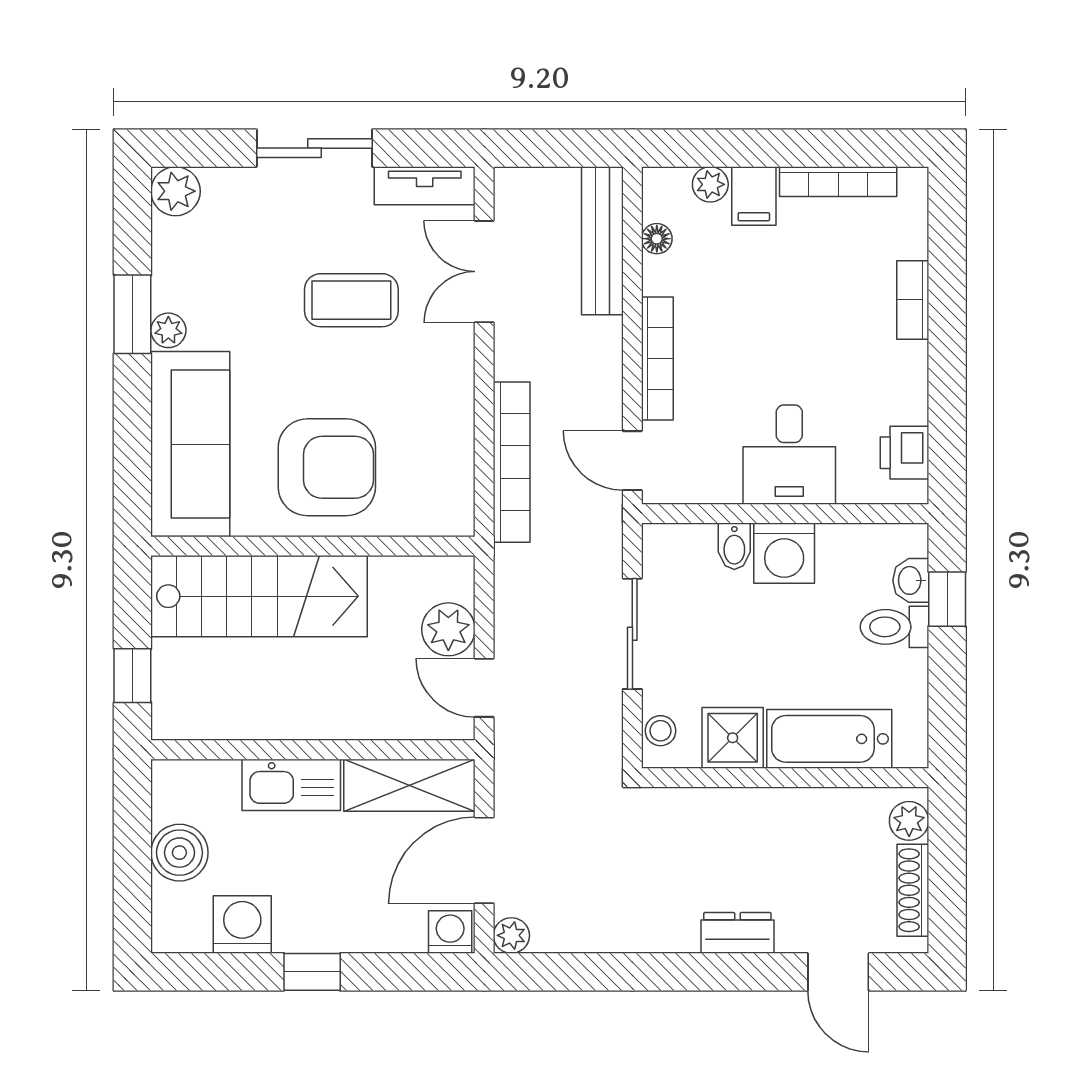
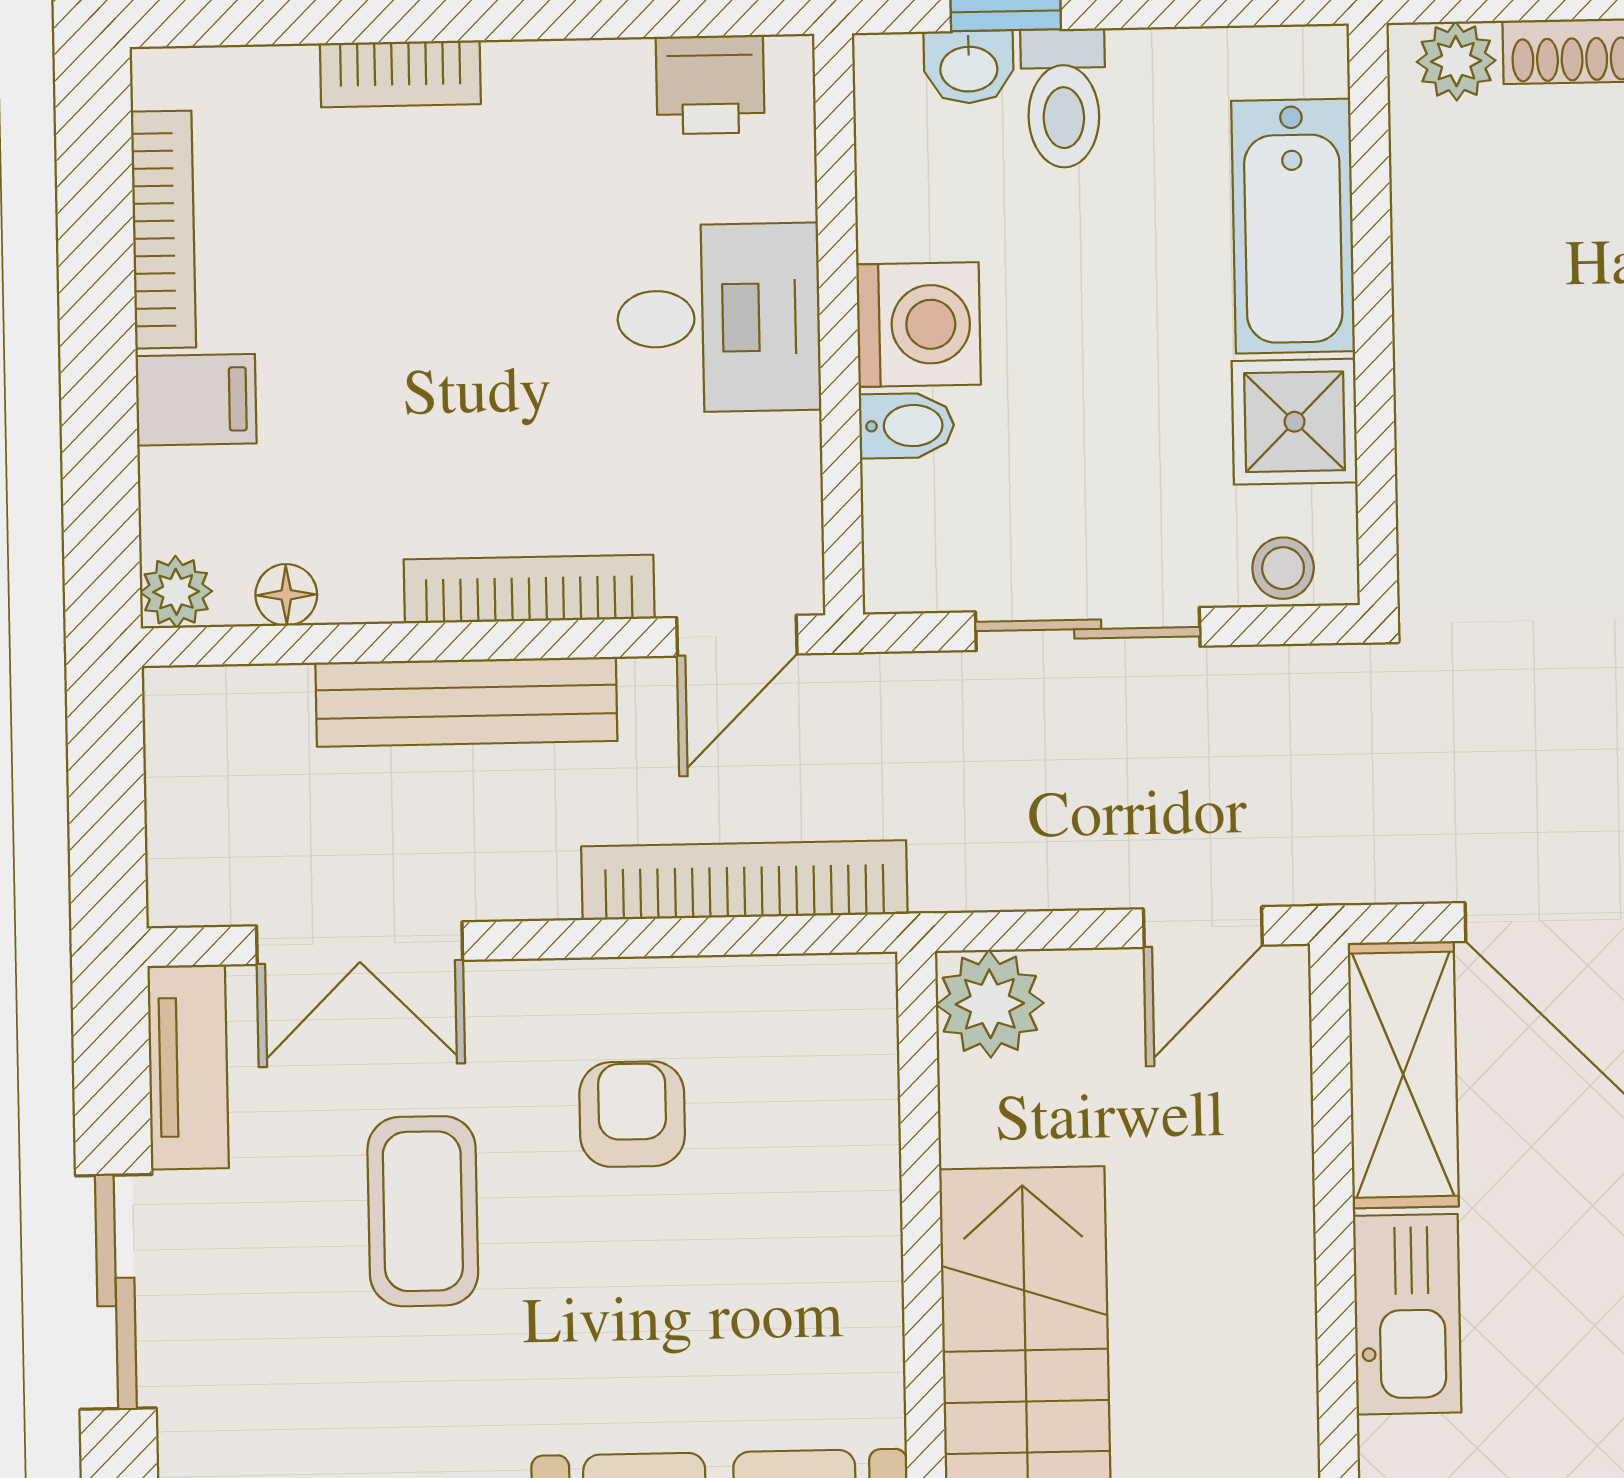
plant: (710, 184) -> (176, 592), moved
bench: (602, 241) -> (466, 702), moved
armchair: (327, 467) -> (632, 1114), moved, width x0.53, depth x0.53
plant: (448, 629) -> (990, 1004), moved

